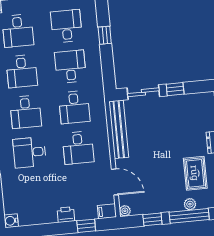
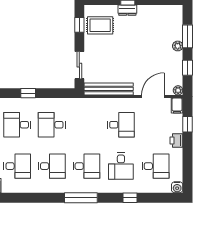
window: (175, 89) -> (79, 25), moved
desk: (74, 107) -> (156, 166), moved
rug: (195, 173) -> (100, 25), moved
plant: (190, 204) -> (178, 46), moved
window: (189, 216) -> (188, 36), width x0.69

